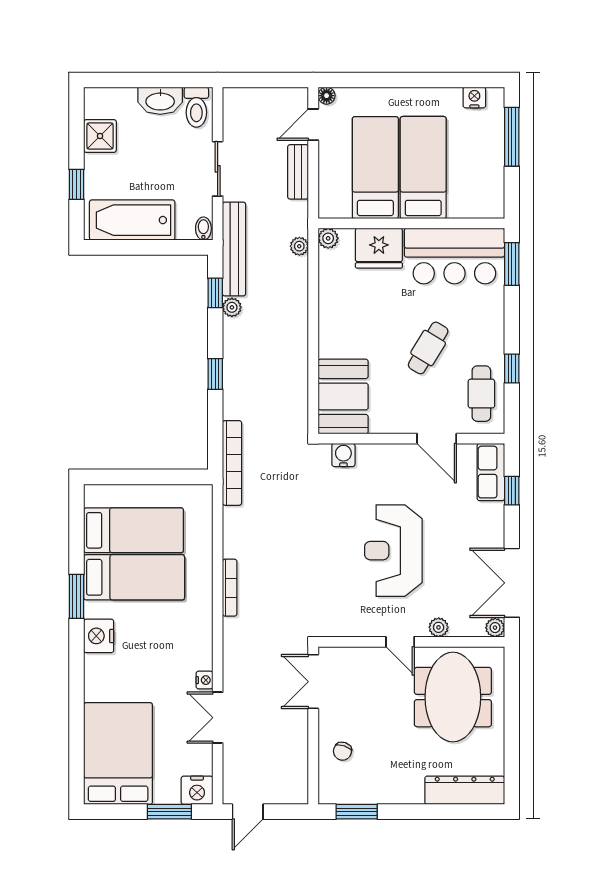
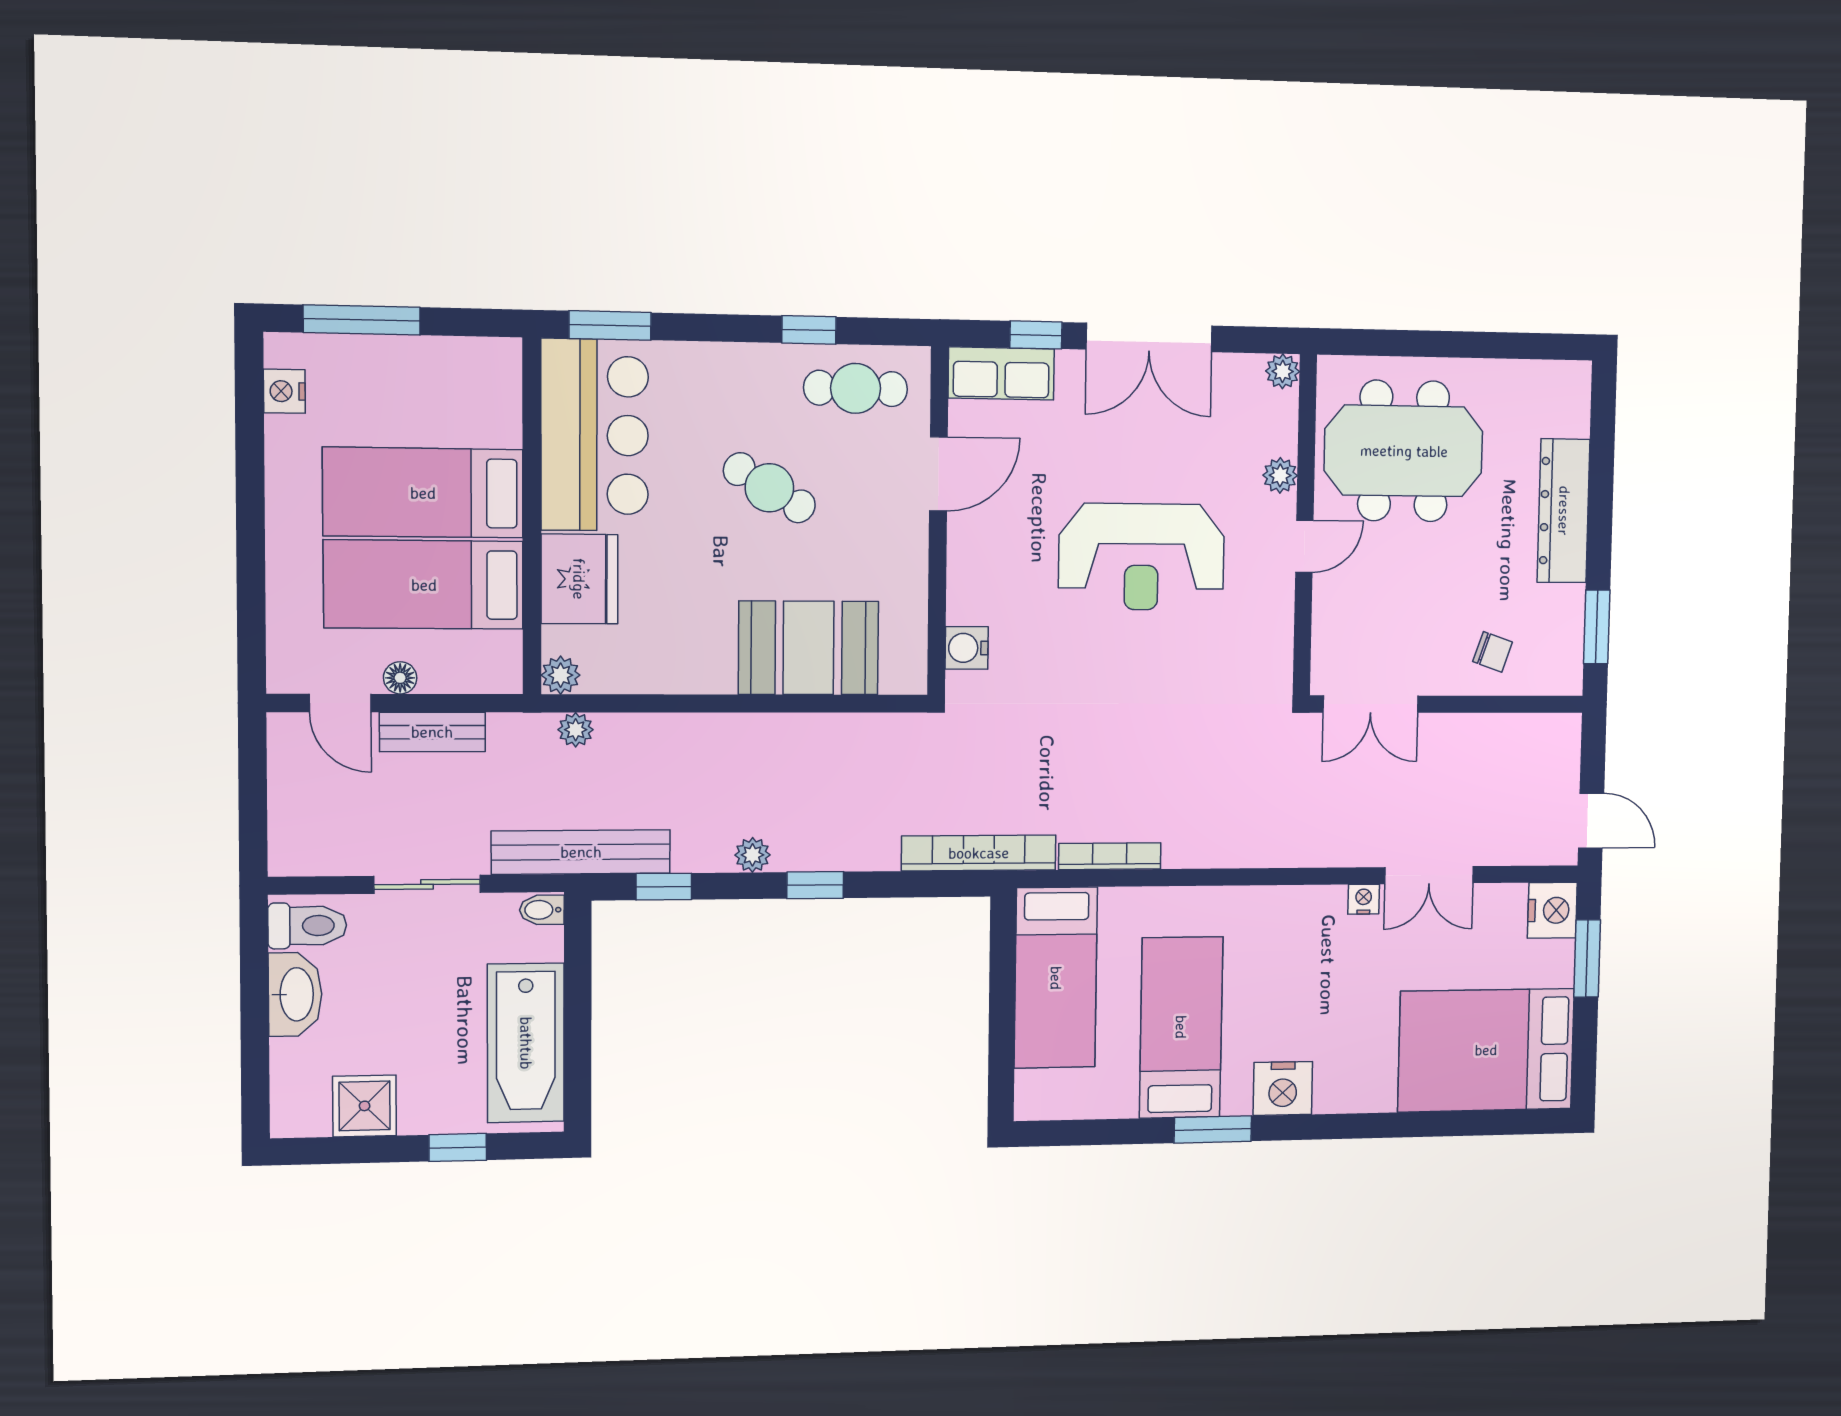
floor lamp: (327, 96) -> (400, 678), moved
plant: (232, 307) -> (752, 855), moved
booth: (343, 397) -> (809, 648), moved
bed: (134, 530) -> (1056, 978), moved, turned 180
double door: (512, 583) -> (1149, 337), moved
bookcase: (230, 588) -> (1110, 856), moved
dresser: (465, 790) -> (1564, 511), moved

